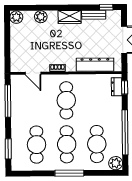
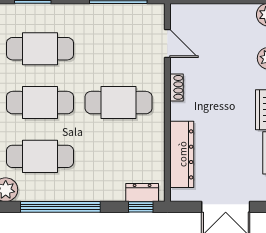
door: (33, 73) -> (167, 43), swing flipped

